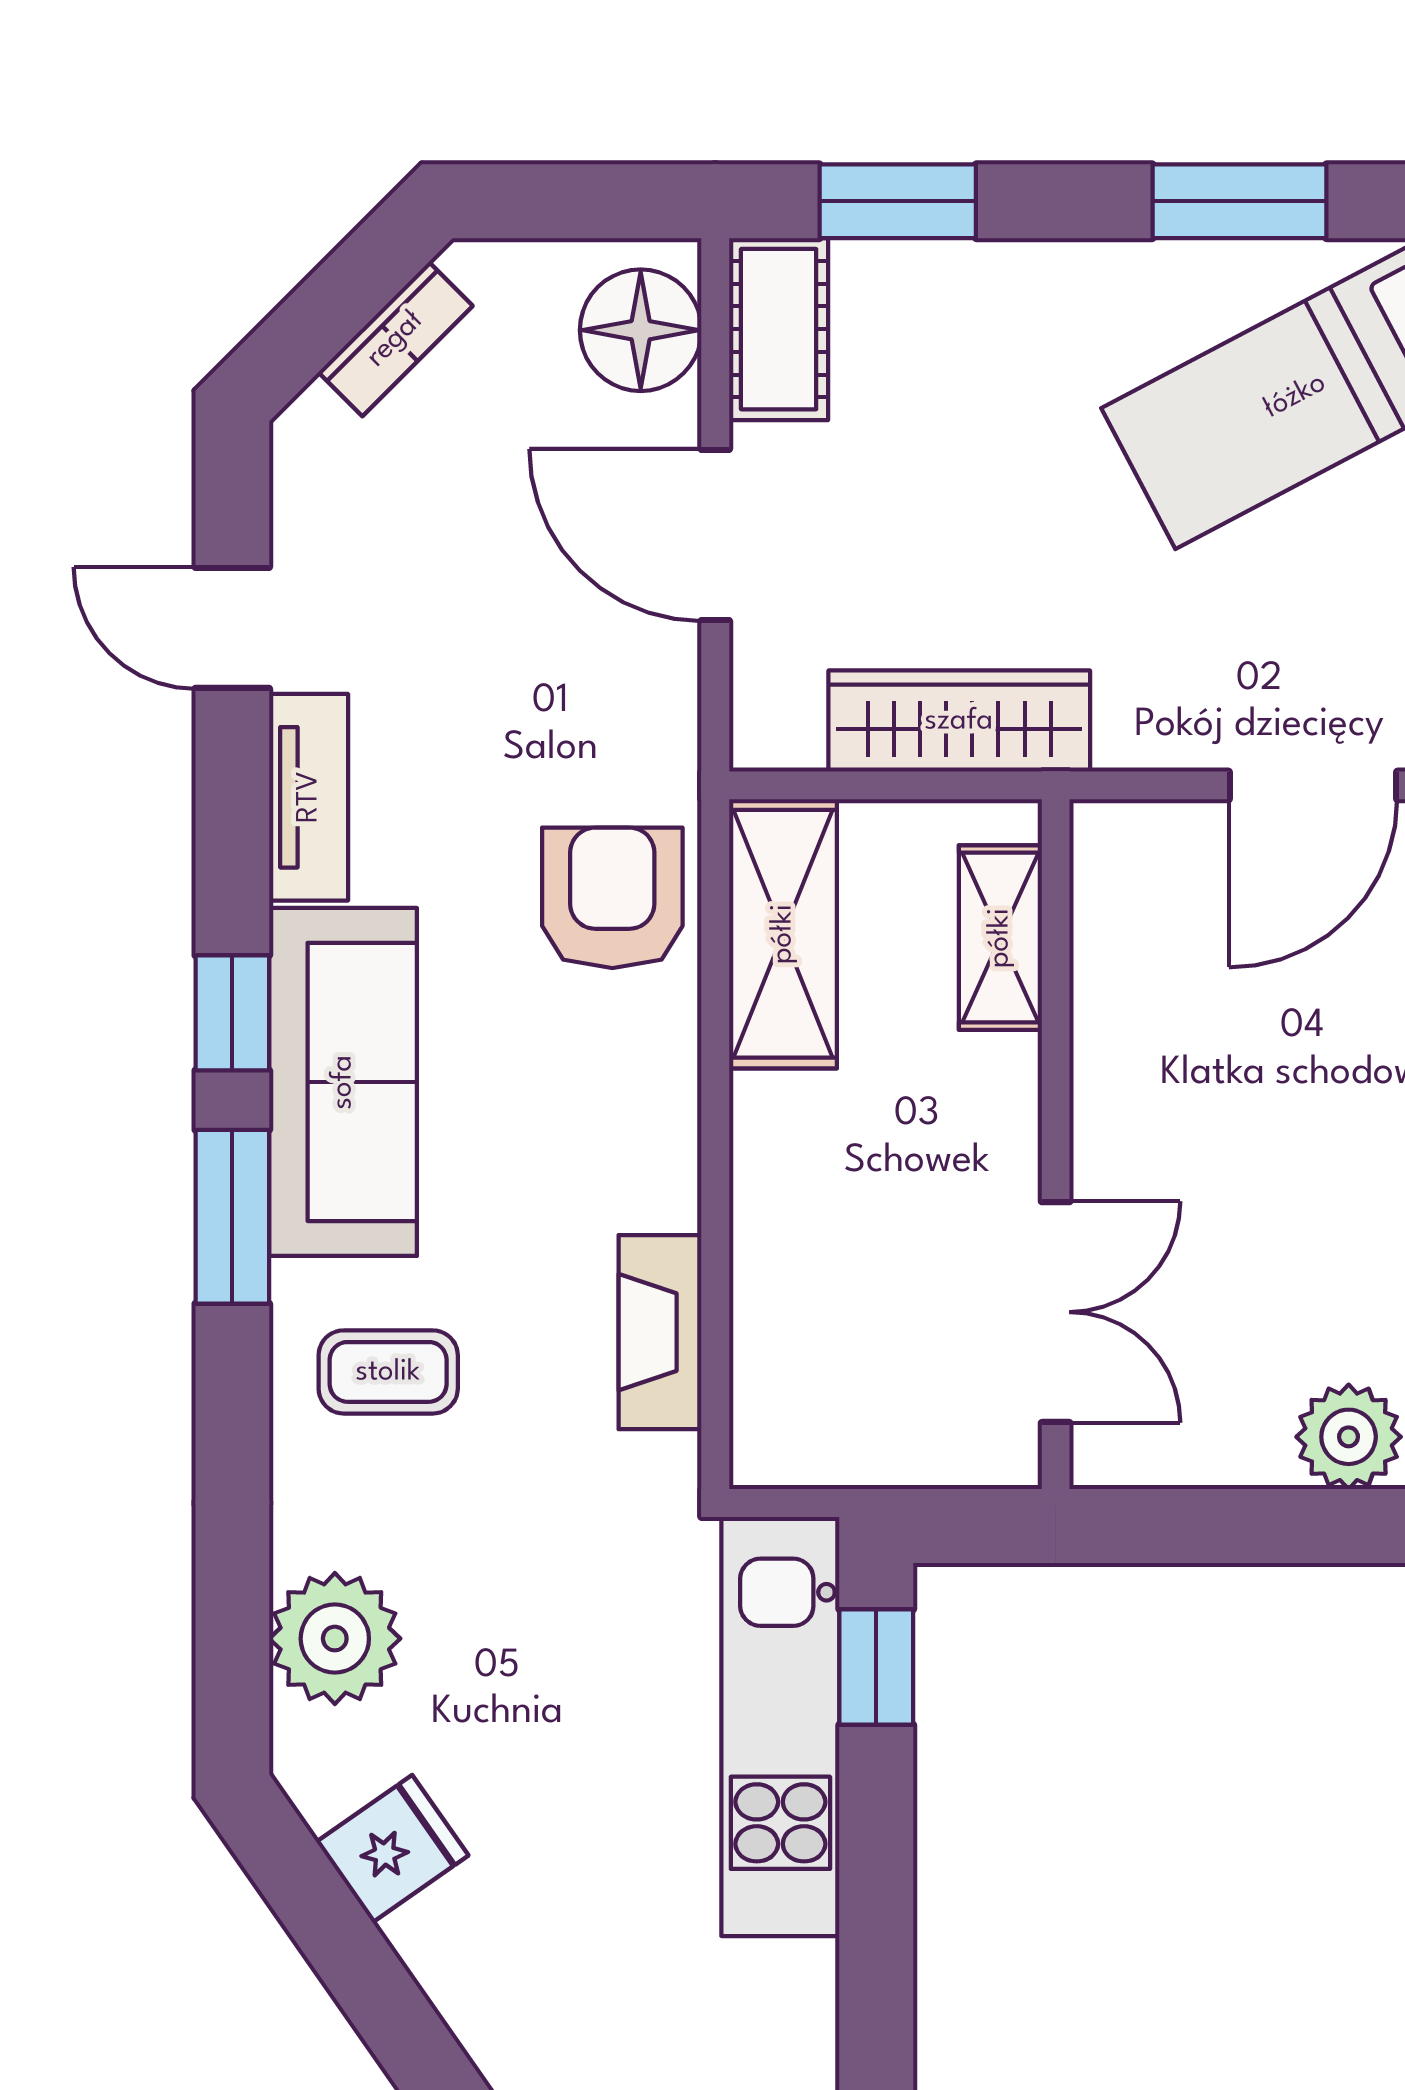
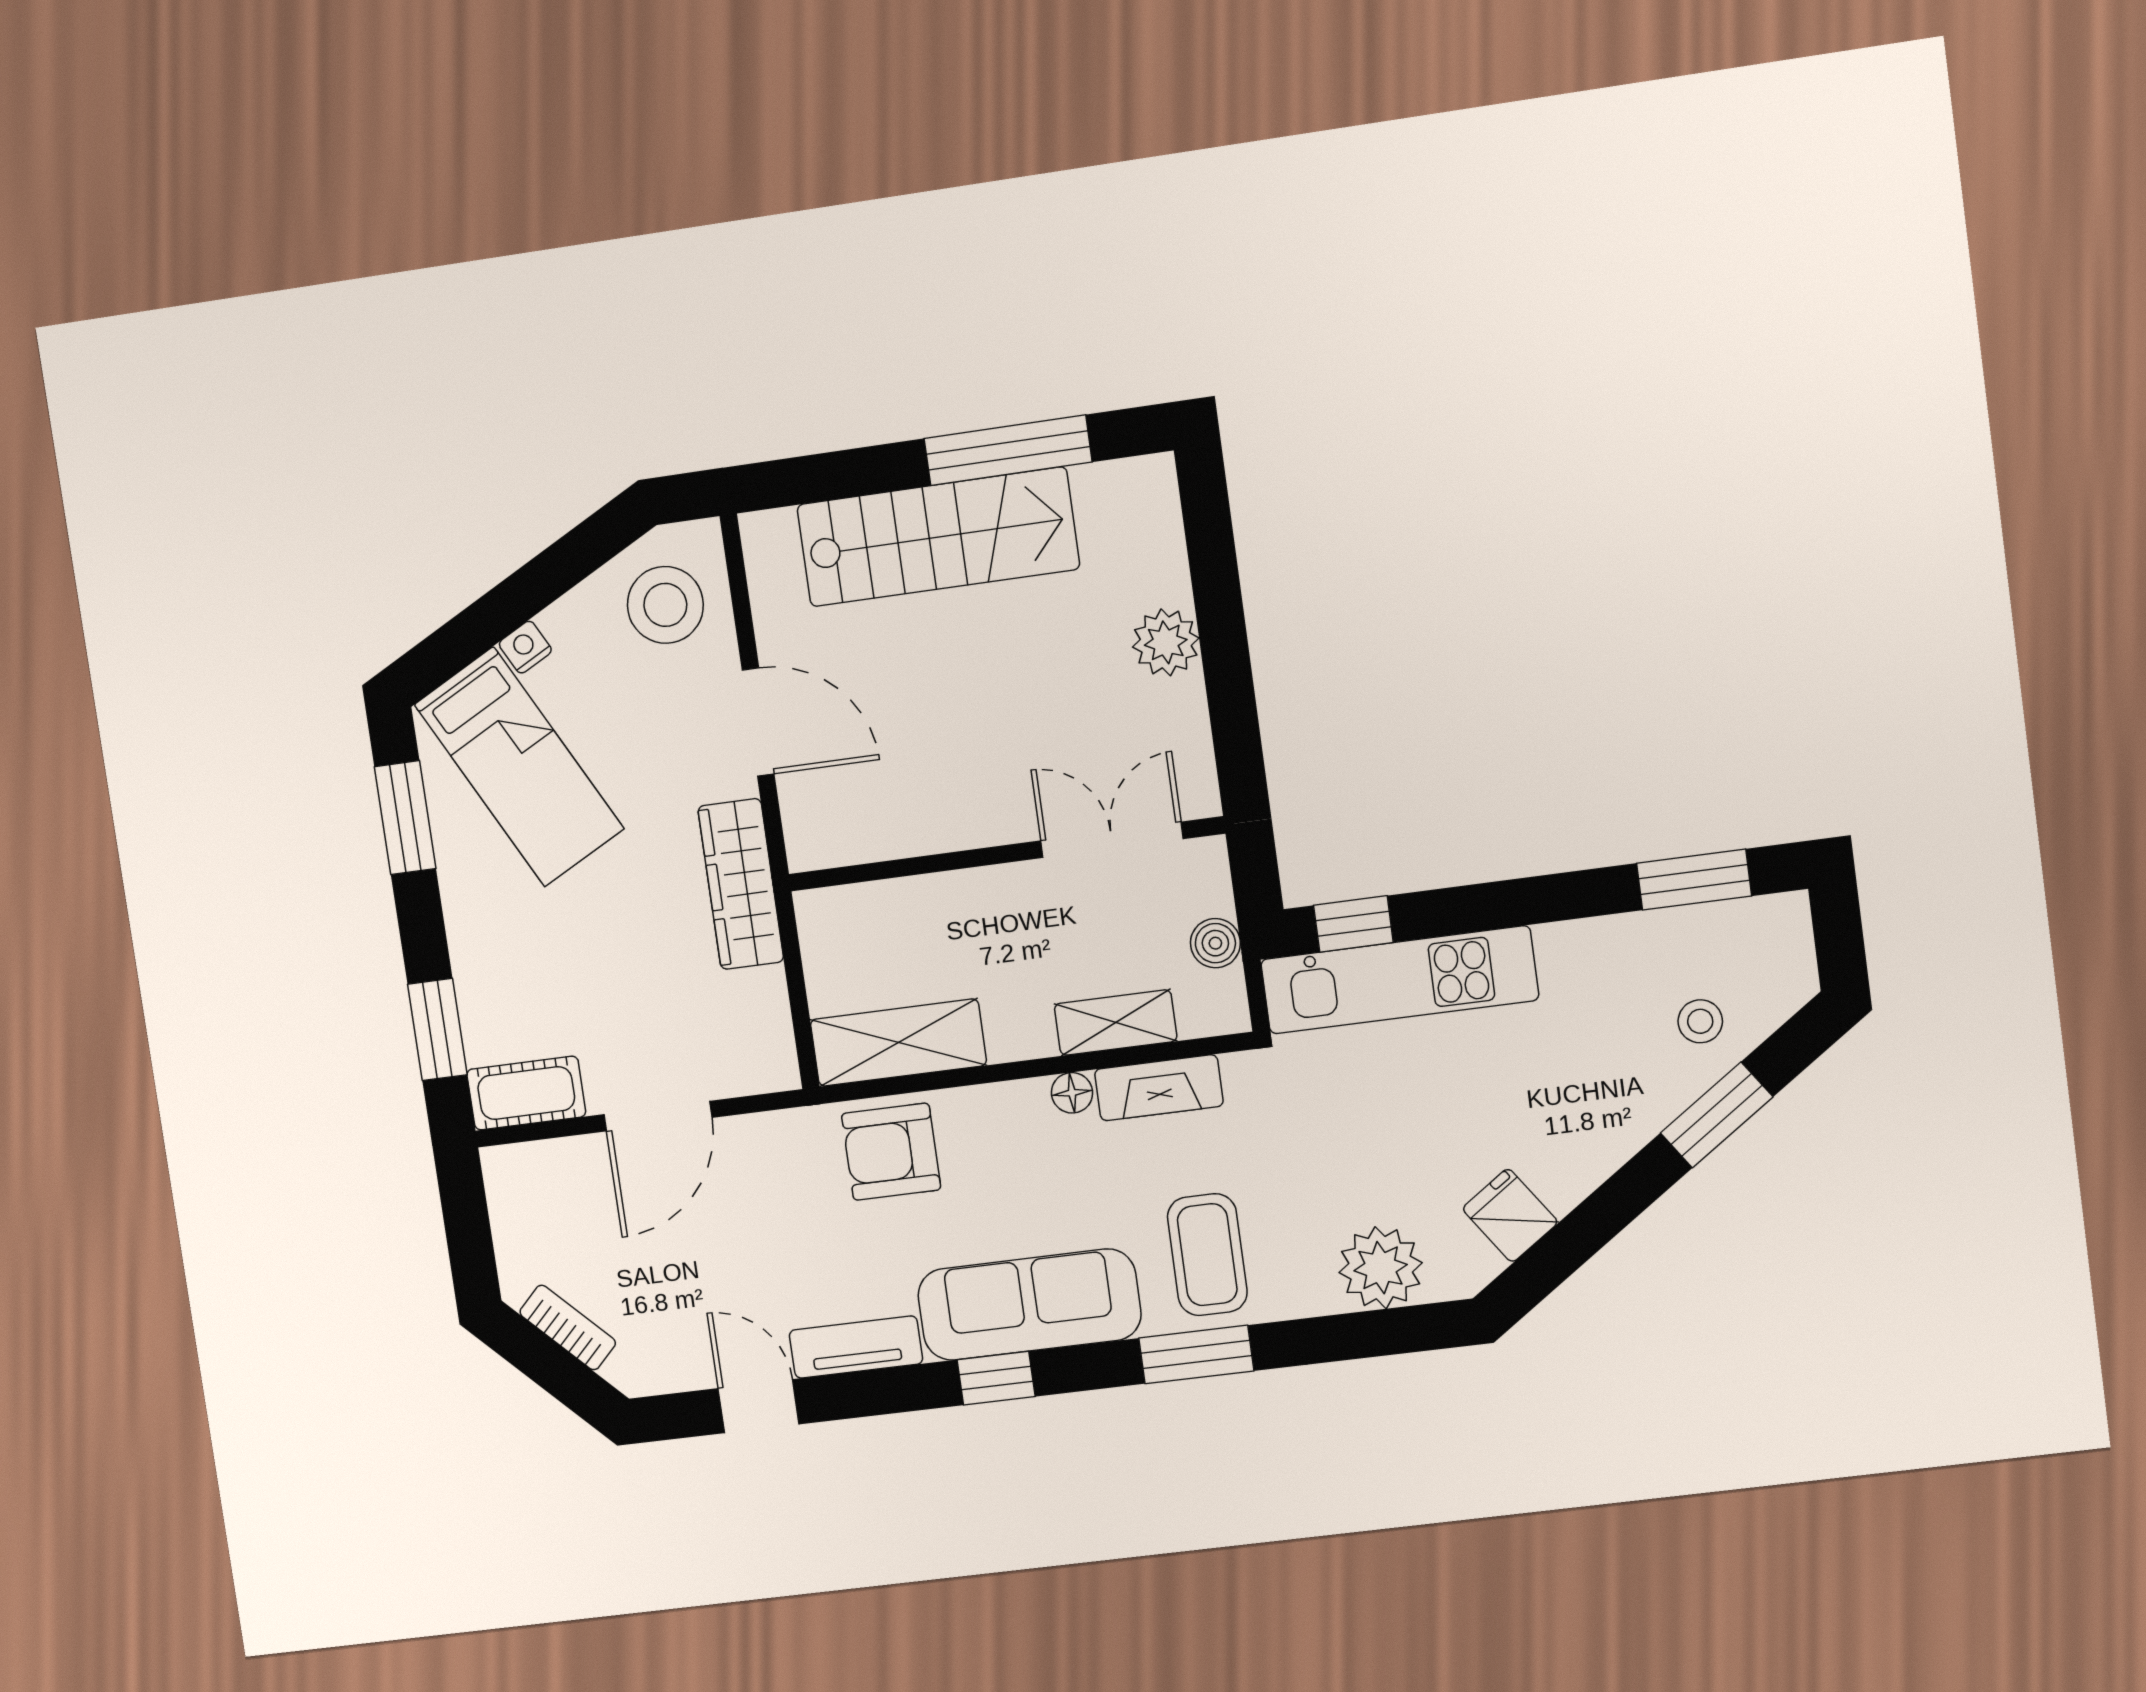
floor lamp: (641, 330) -> (1072, 1093), moved, width x0.53, depth x0.53
door: (232, 628) -> (759, 1406), swing flipped
wardrobe: (959, 721) -> (741, 884), moved
shelving: (1000, 938) -> (1116, 1023), moved
window: (232, 1217) -> (1196, 1355), moved
coffee table: (388, 1372) -> (1207, 1255), width x1.36, depth x1.30
boiler: (874, 1450) -> (1215, 943), added

